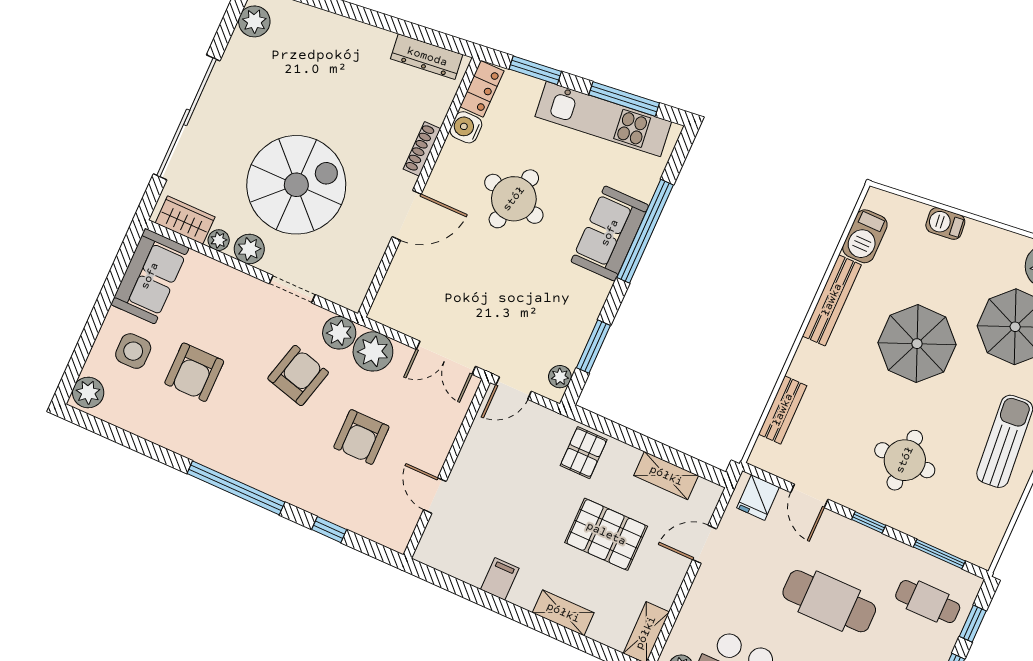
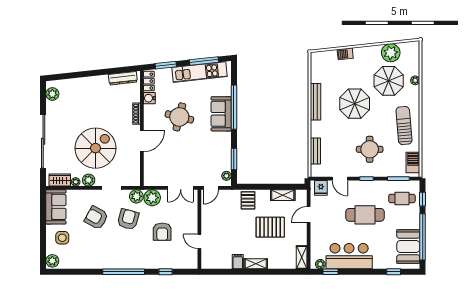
barbecue: (865, 236) -> (413, 163), moved, turned 180
armchair: (194, 372) -> (96, 218), moved, turned 119
shelving: (563, 613) -> (256, 264), moved

